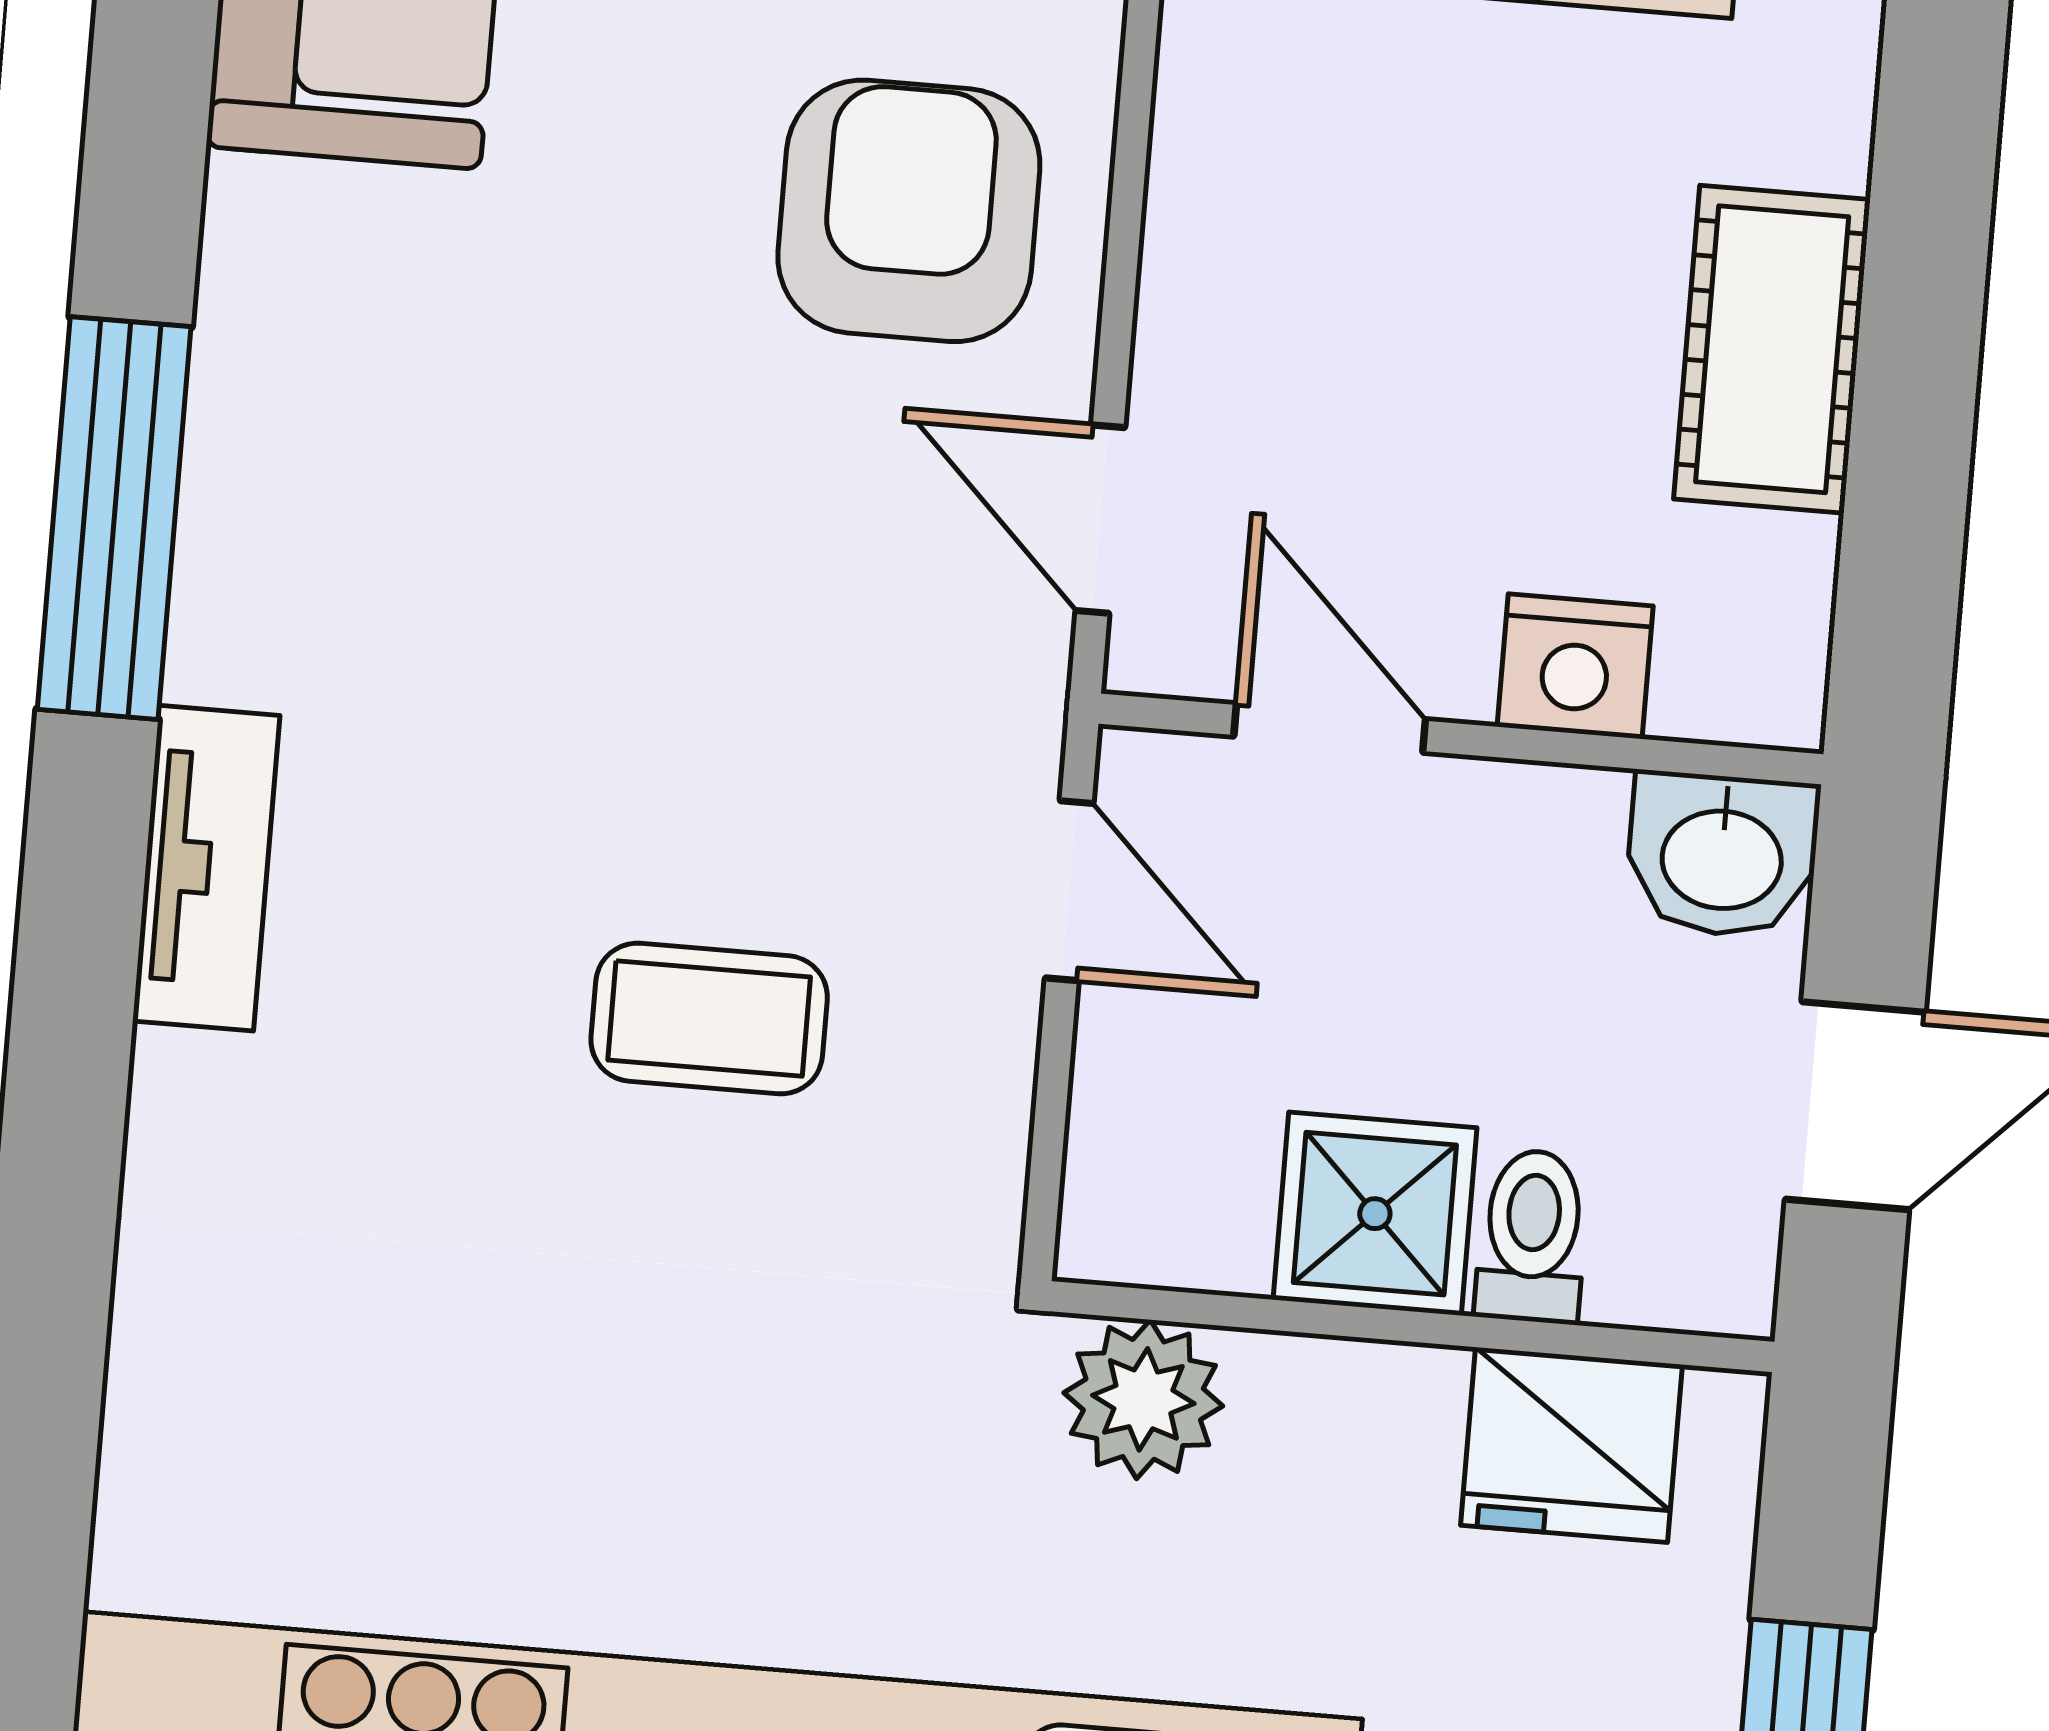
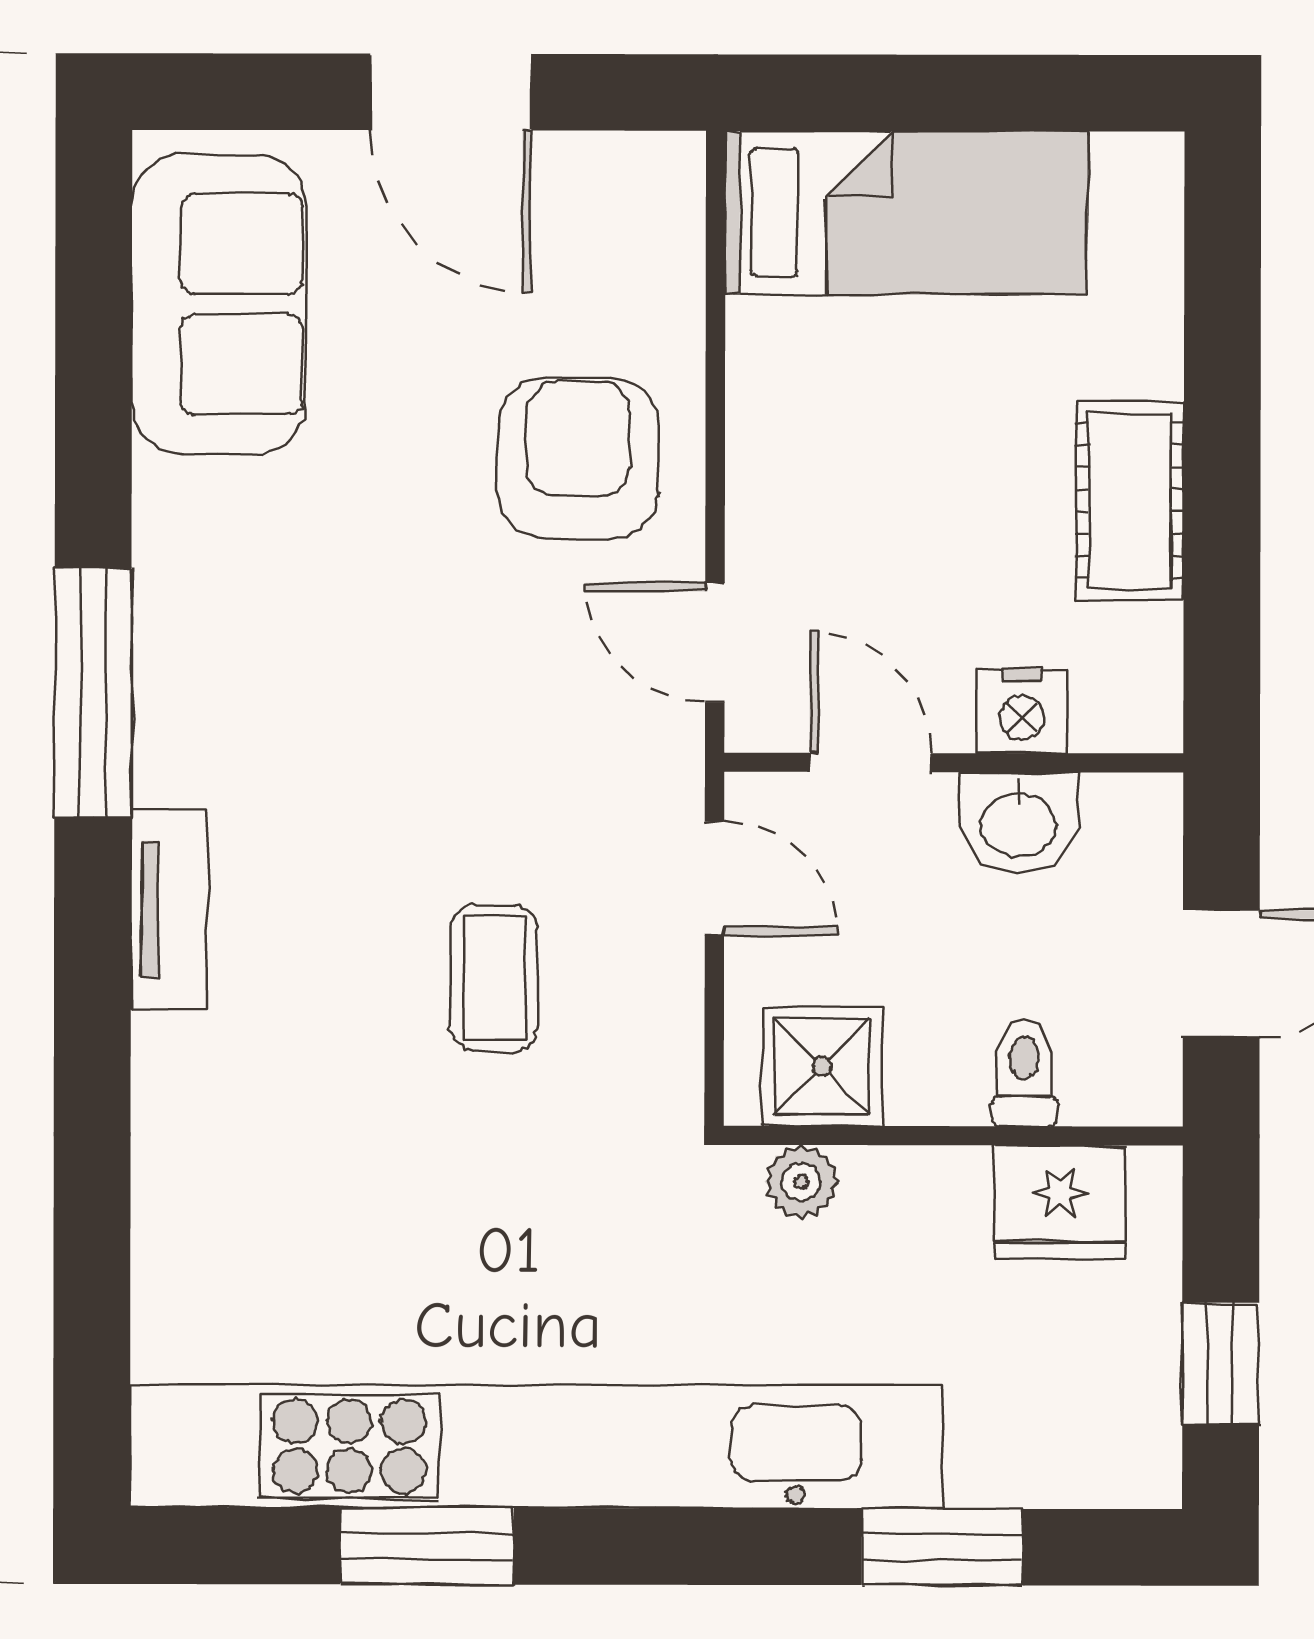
washbasin: (1722, 855) -> (1018, 822), moved
coffee table: (709, 1019) -> (494, 978), turned 90
shower: (1375, 1214) -> (822, 1066), moved
plant: (1143, 1399) -> (801, 1182), width x0.73, depth x0.73

